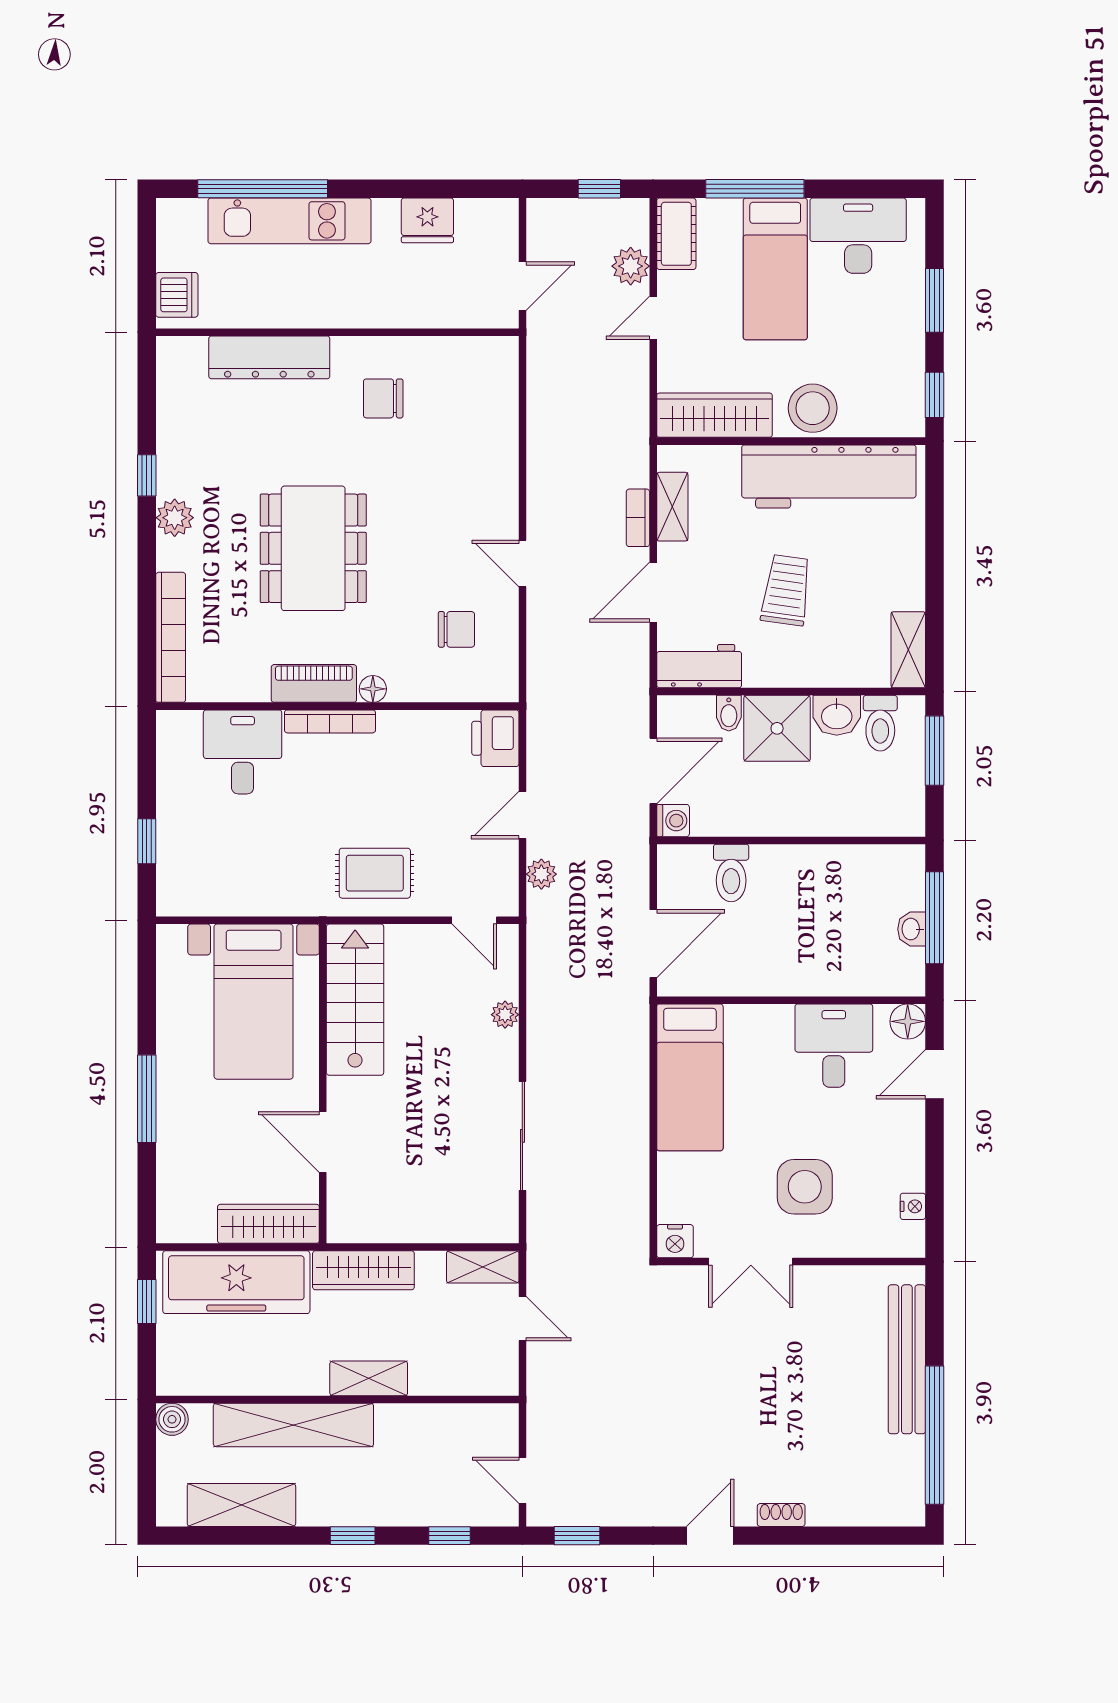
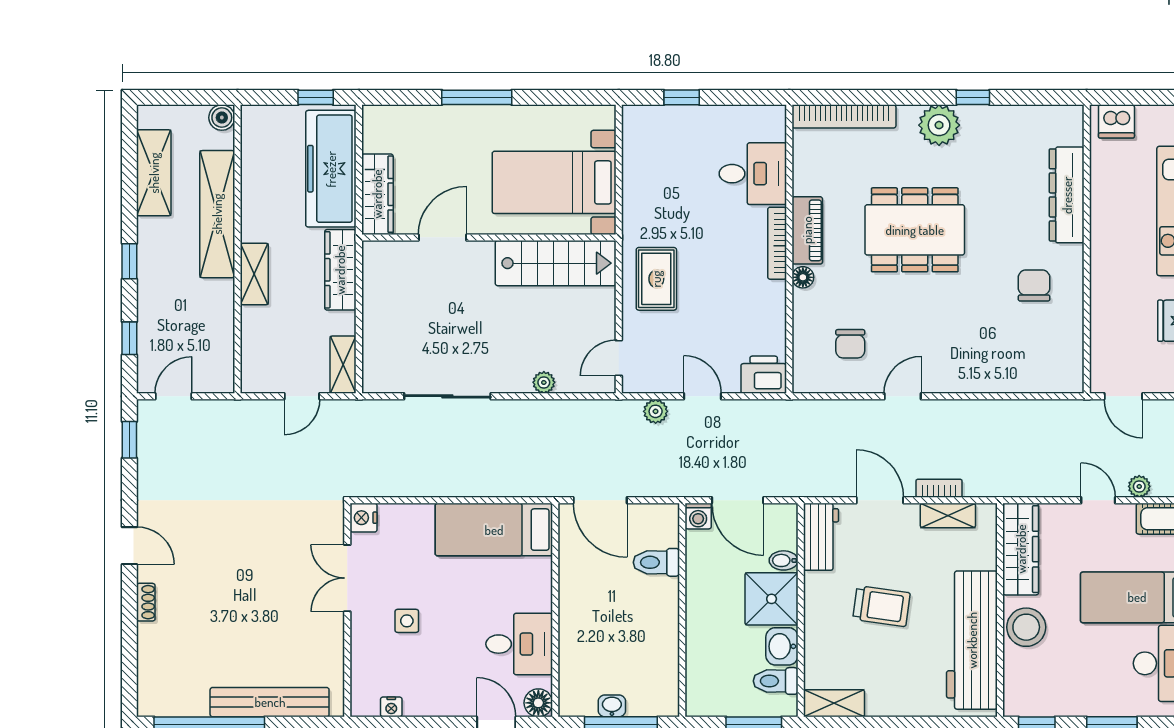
plant: (631, 266) -> (1139, 486), width x0.73, depth x0.73
plant: (175, 518) -> (939, 125), width x1.36, depth x1.36
side table: (805, 1187) -> (407, 621), width x0.54, depth x0.54

